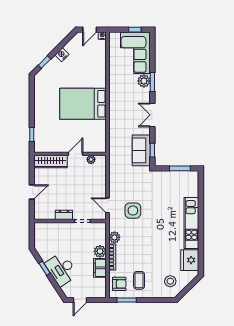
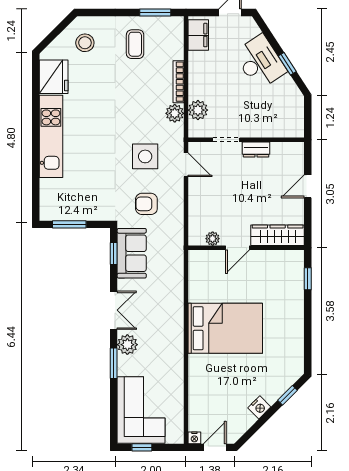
plant: (144, 81) -> (127, 345), moved
plant: (100, 251) -> (198, 110), moved
filing cabinet: (100, 268) -> (198, 35), moved
armchair: (119, 284) -> (146, 204), moved

